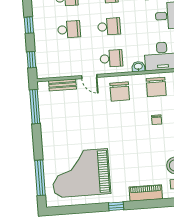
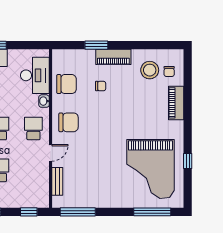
window: (116, 206) -> (188, 161), moved

